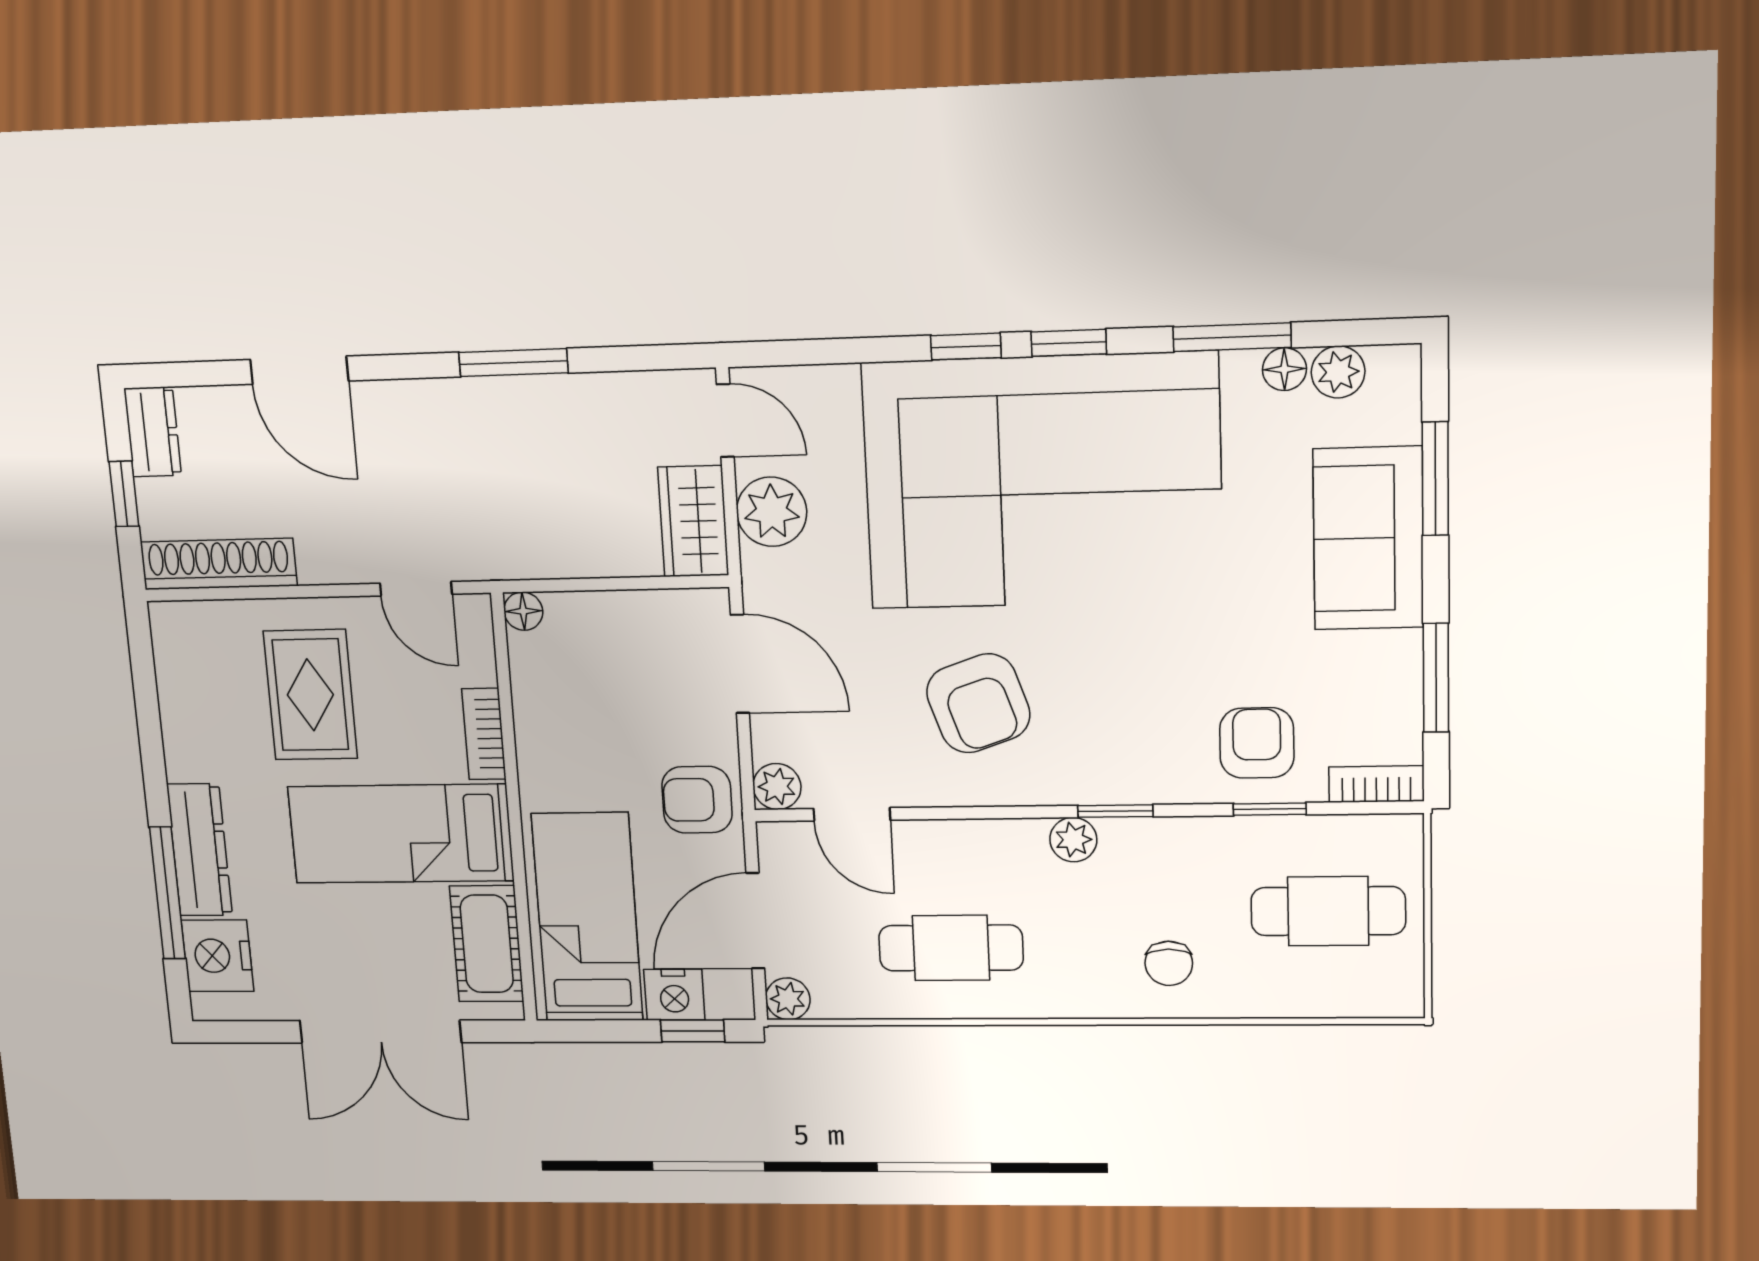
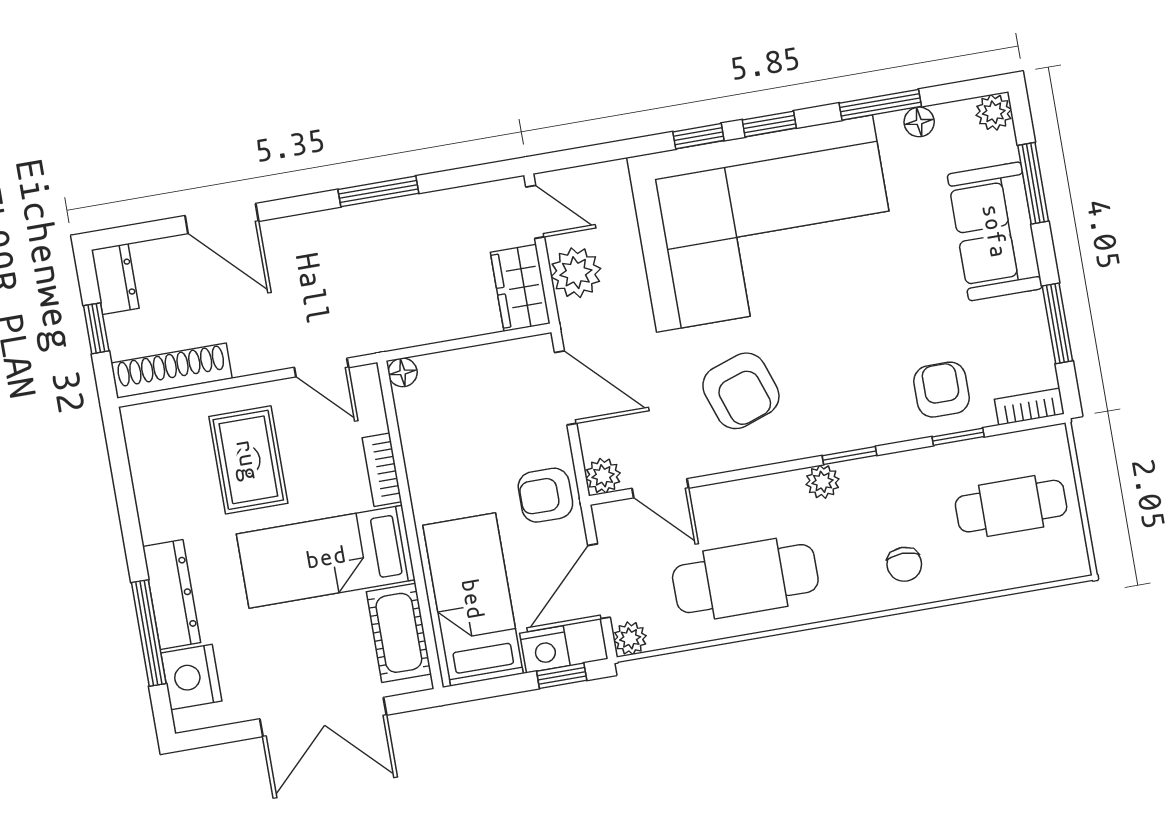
plant: (1338, 372) -> (994, 112), moved
cafe table: (951, 948) -> (745, 579), width x1.37, depth x1.35

